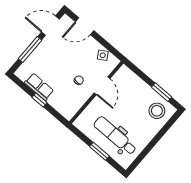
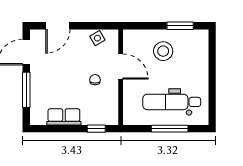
window: (40, 100) -> (96, 129), moved
stool: (157, 111) -> (163, 51), moved
window: (99, 151) -> (170, 129), width x1.44

